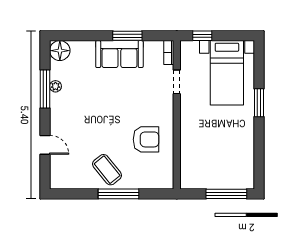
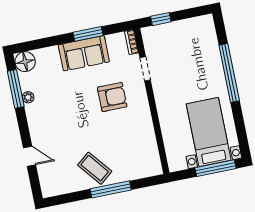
bed with nightstands: (227, 73) -> (209, 132), moved, turned 180
window: (45, 89) -> (16, 89), moved
window: (259, 103) -> (229, 73), width x2.11
armchair: (146, 139) -> (112, 97), moved

